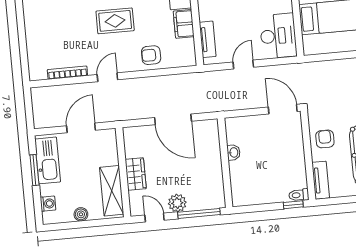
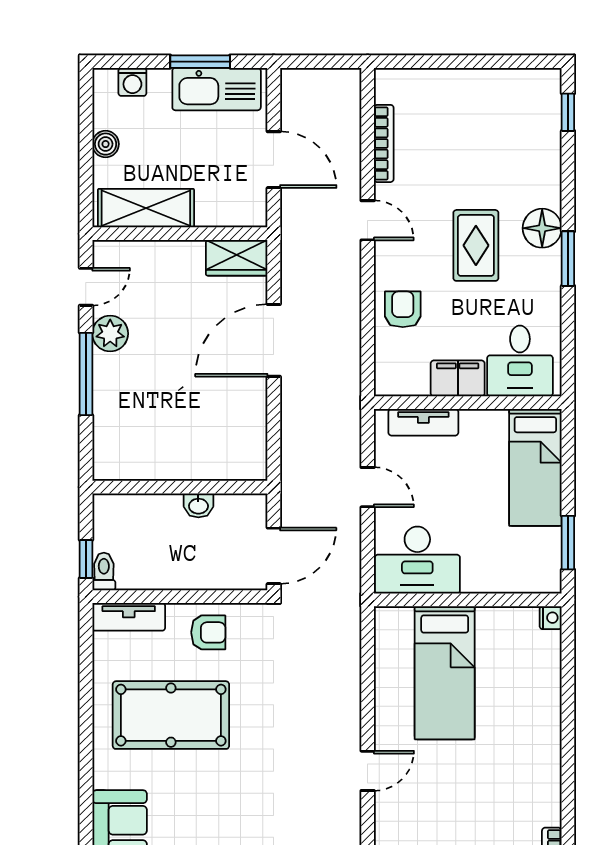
washbasin: (234, 152) -> (198, 505), moved
wall: (225, 163) -> (180, 487), moved
wardrobe: (136, 174) -> (237, 258), moved

